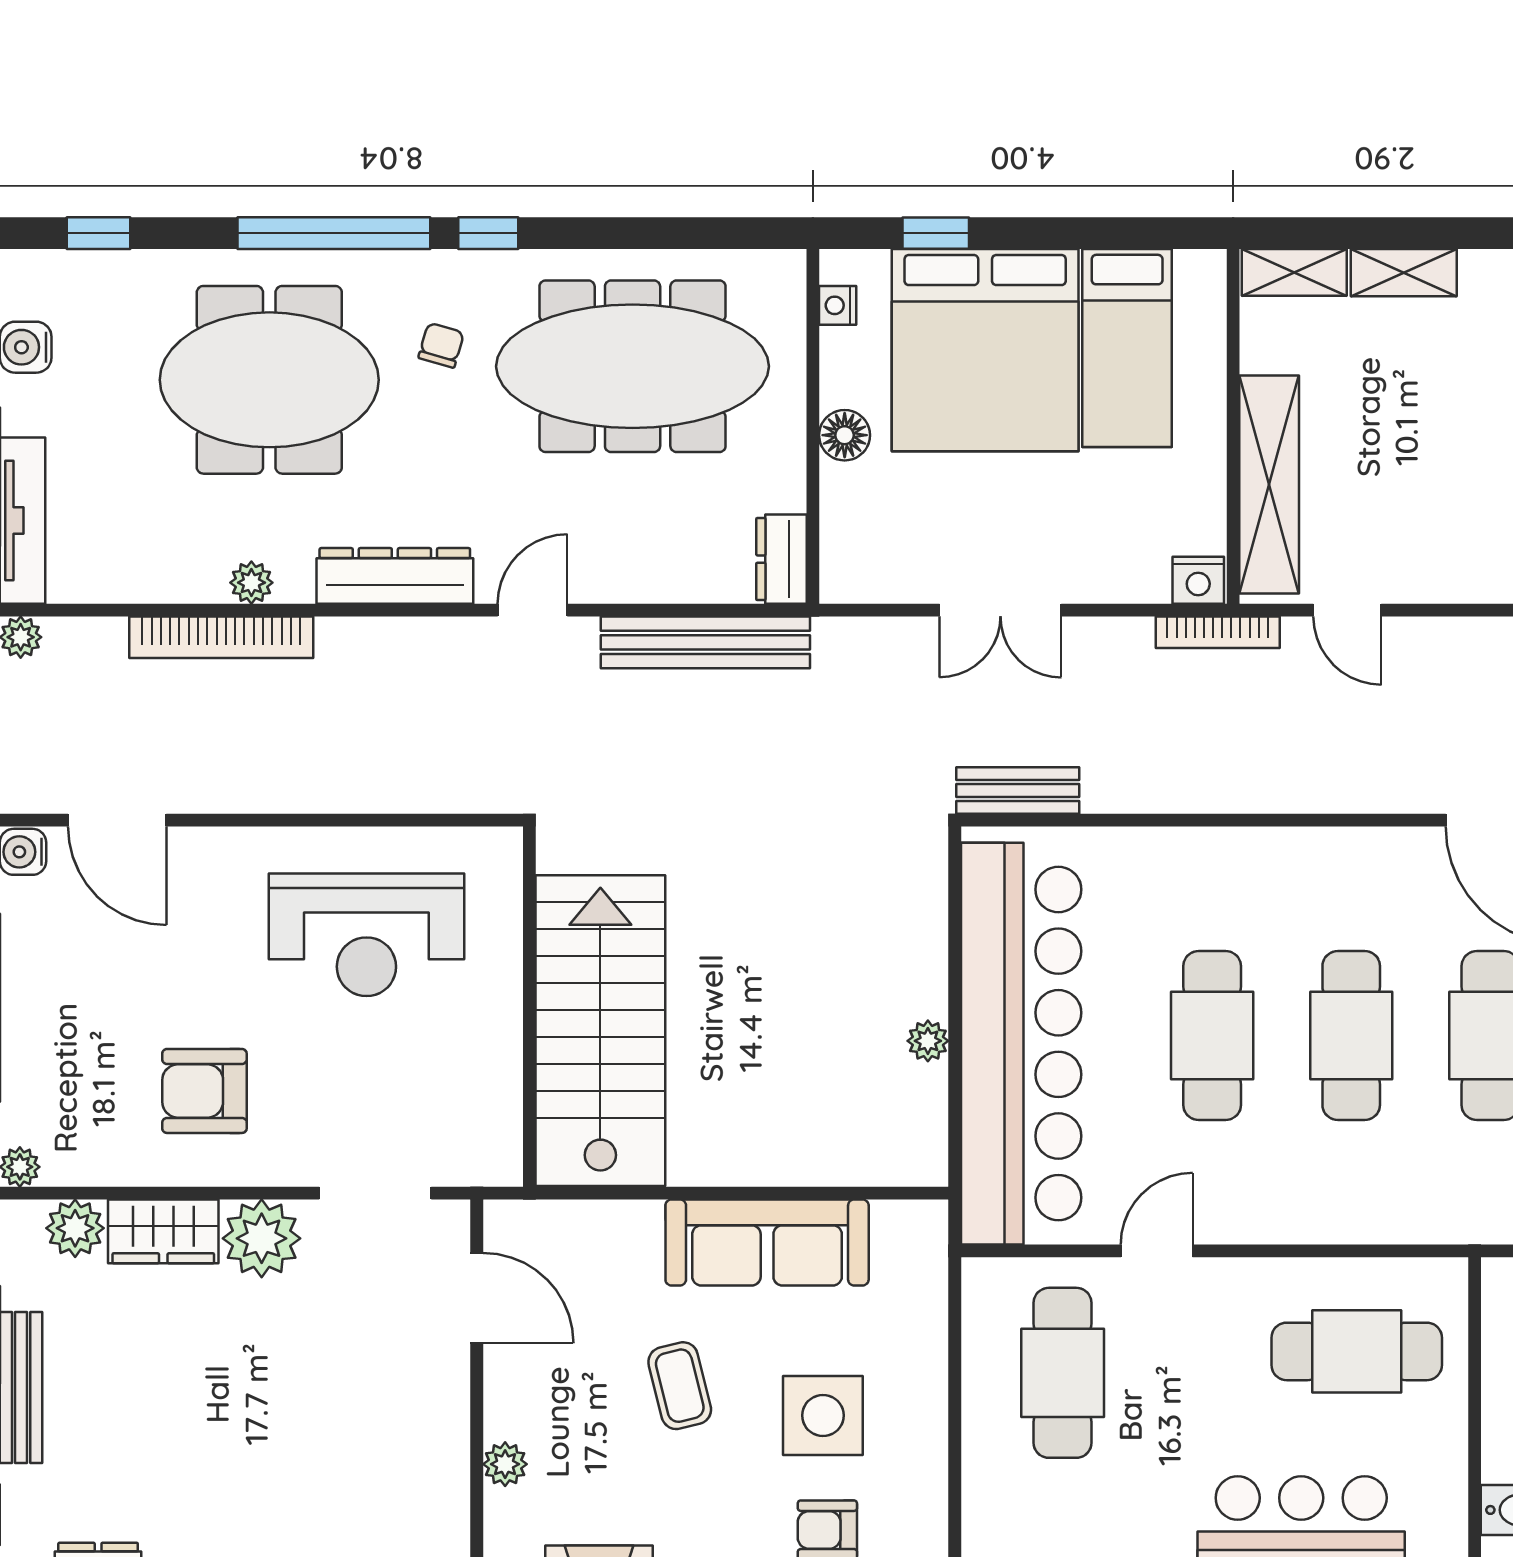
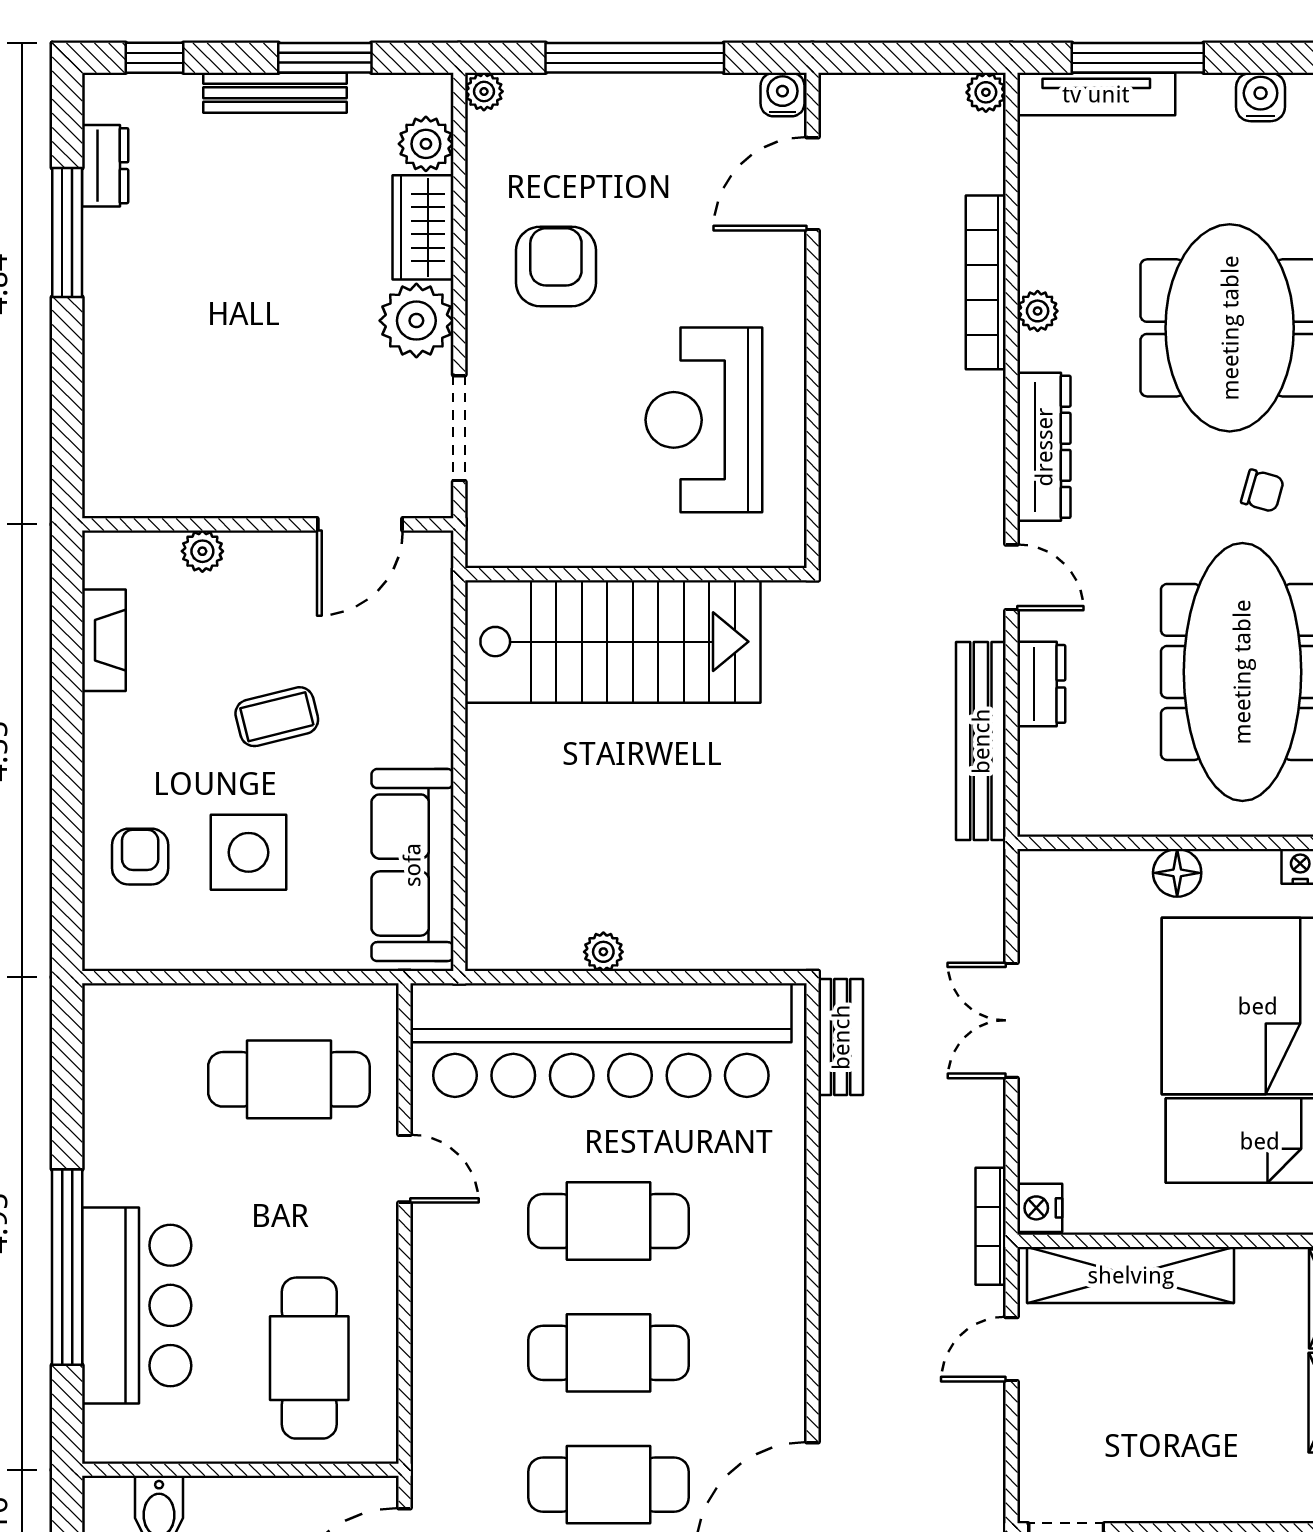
dresser: (781, 559) -> (1041, 684), moved, turned 90
sofa: (767, 1243) -> (412, 865), moved

